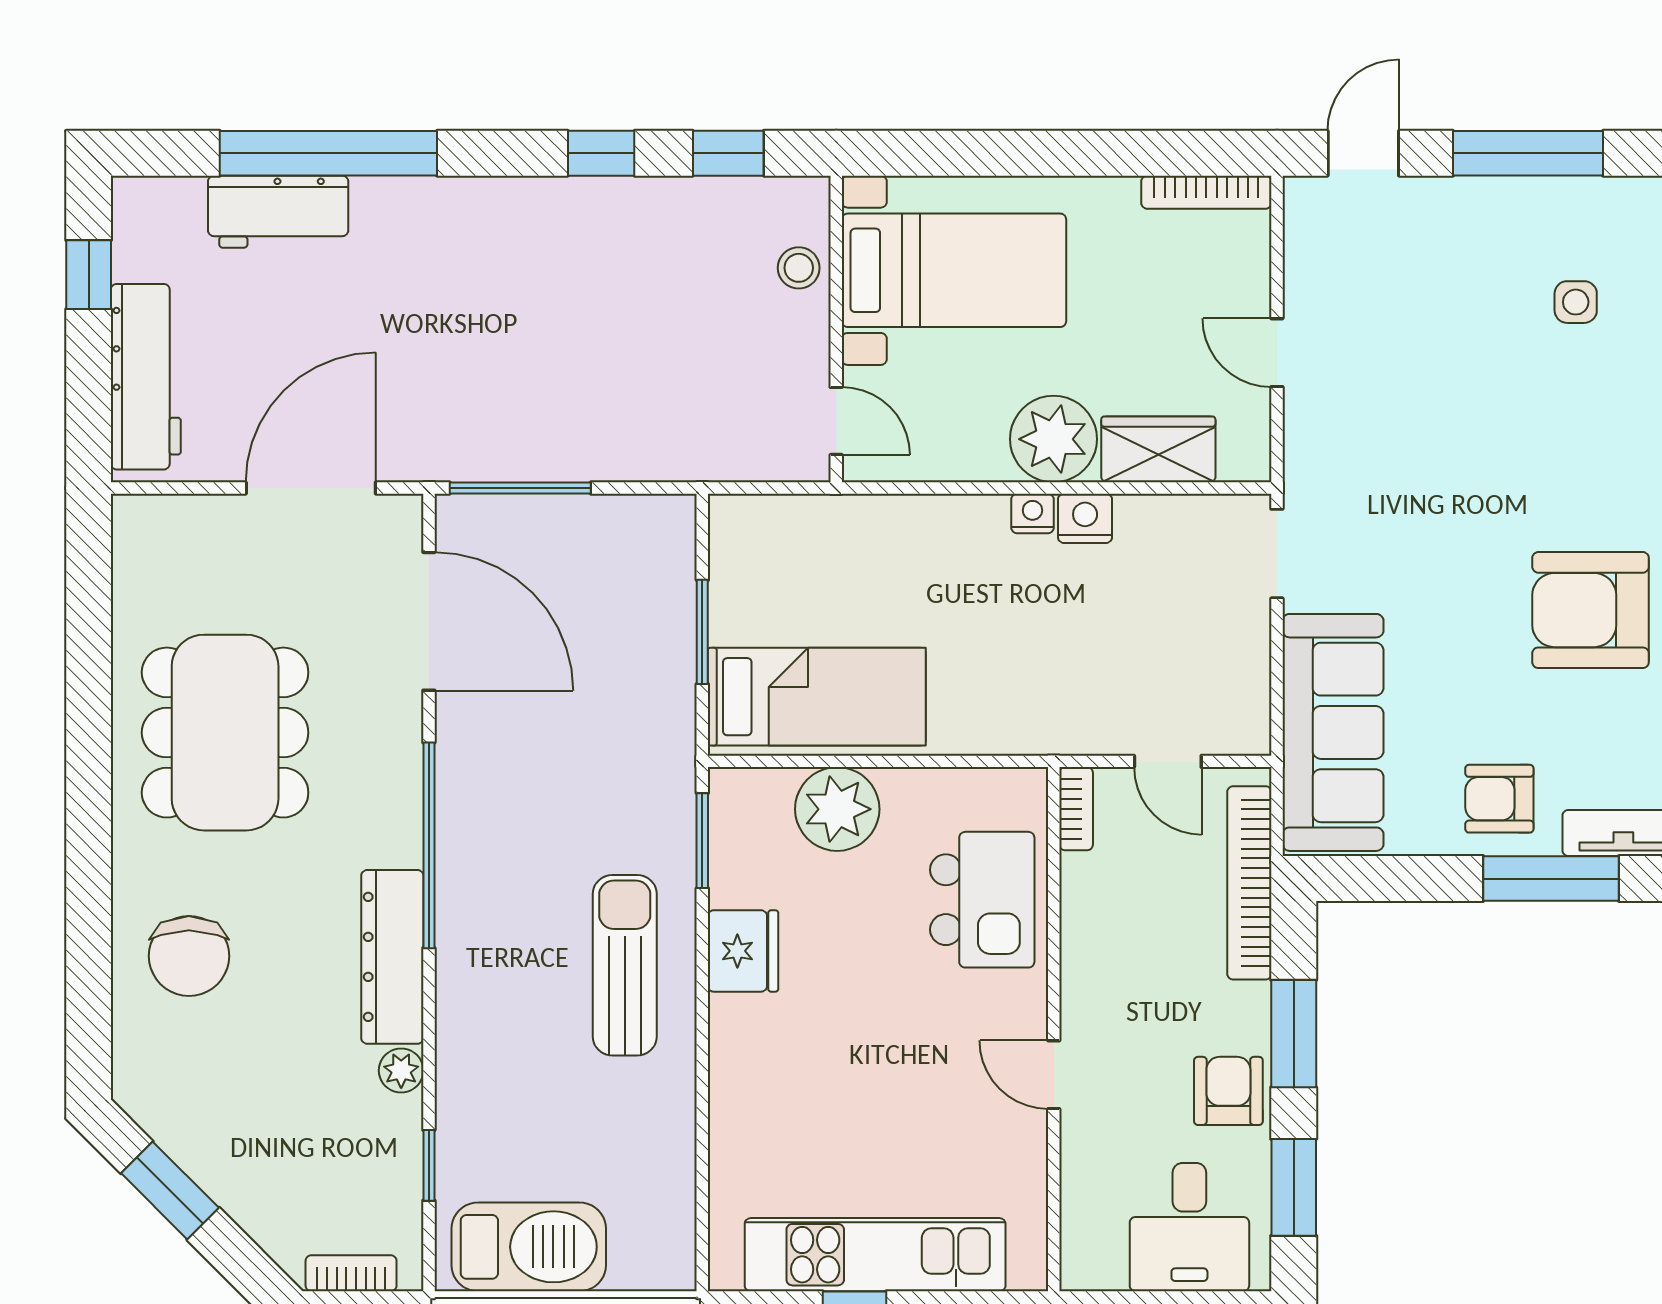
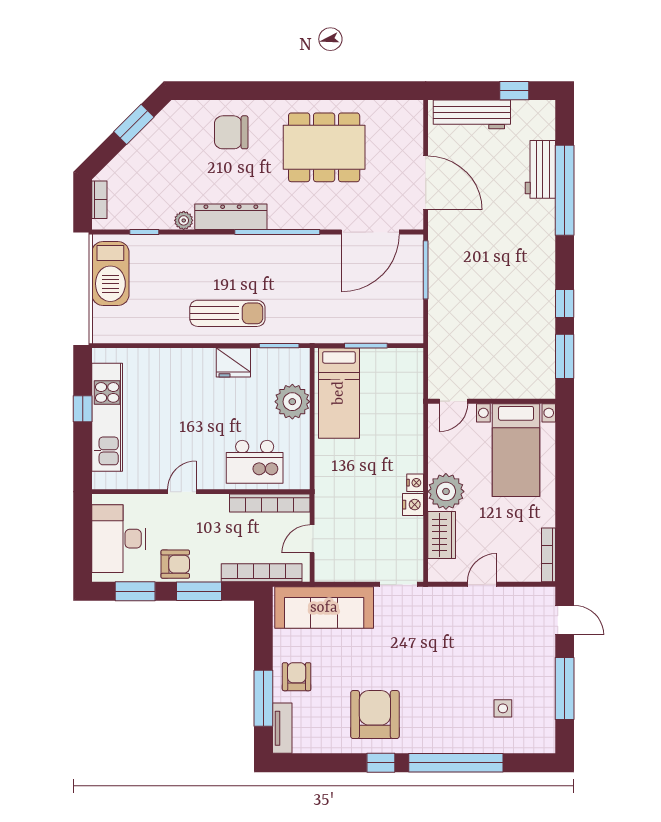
window: (728, 153) -> (565, 356), width x1.50
stool: (799, 268) -> (517, 386), removed
bookcase: (1076, 809) -> (270, 503), width x2.31, depth x1.31
desk: (1189, 1227) -> (119, 539), width x1.37

